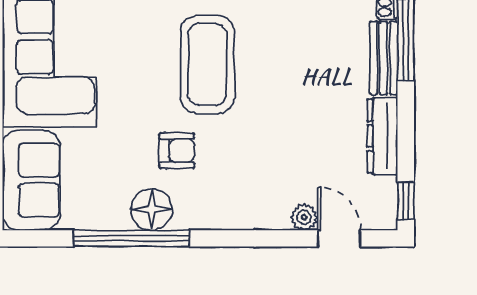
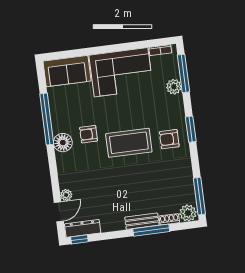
dresser: (382, 136) -> (83, 228), moved
armchair: (177, 151) -> (89, 134), turned 90
floor lamp: (152, 210) -> (63, 143), moved

